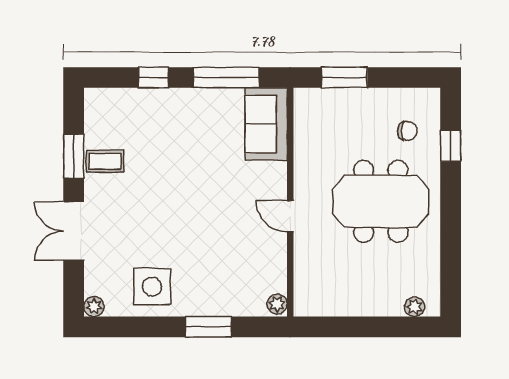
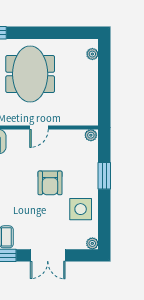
armchair: (196, 235) -> (50, 183), added

